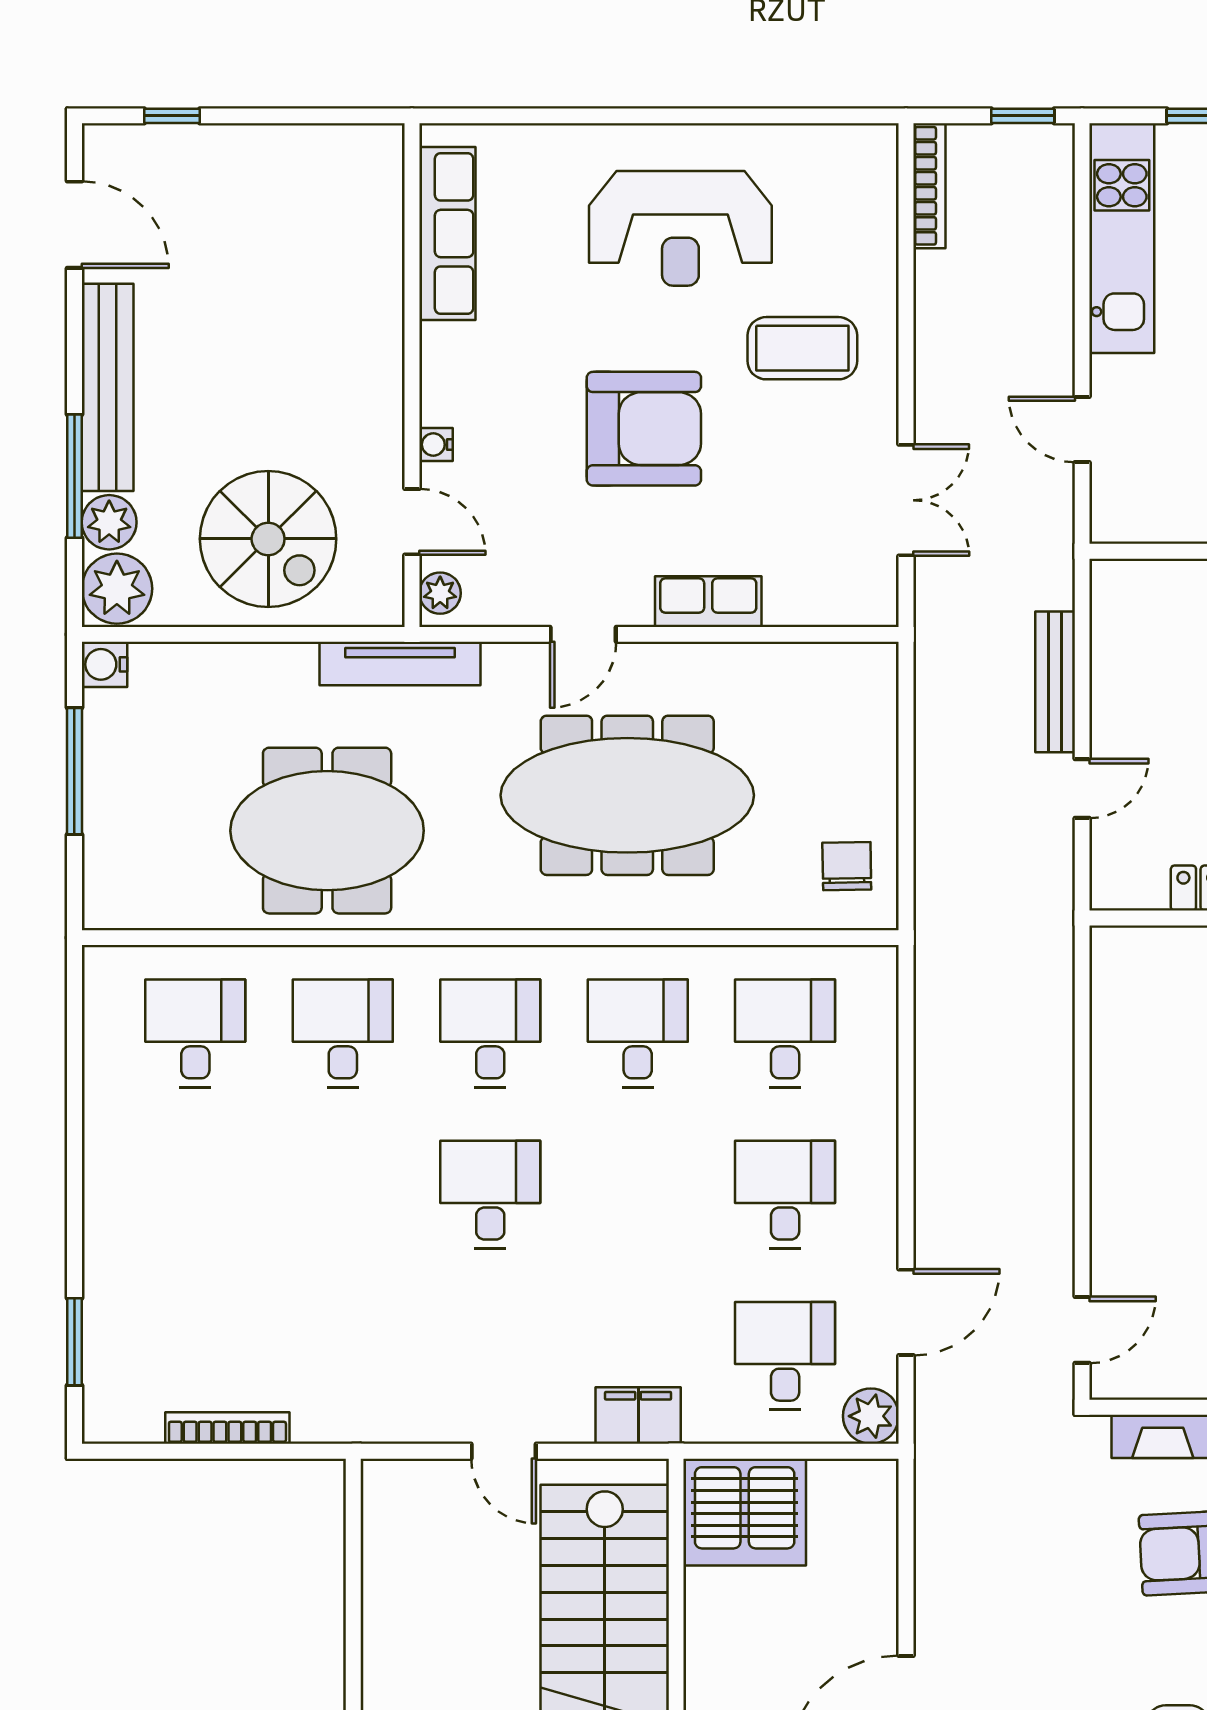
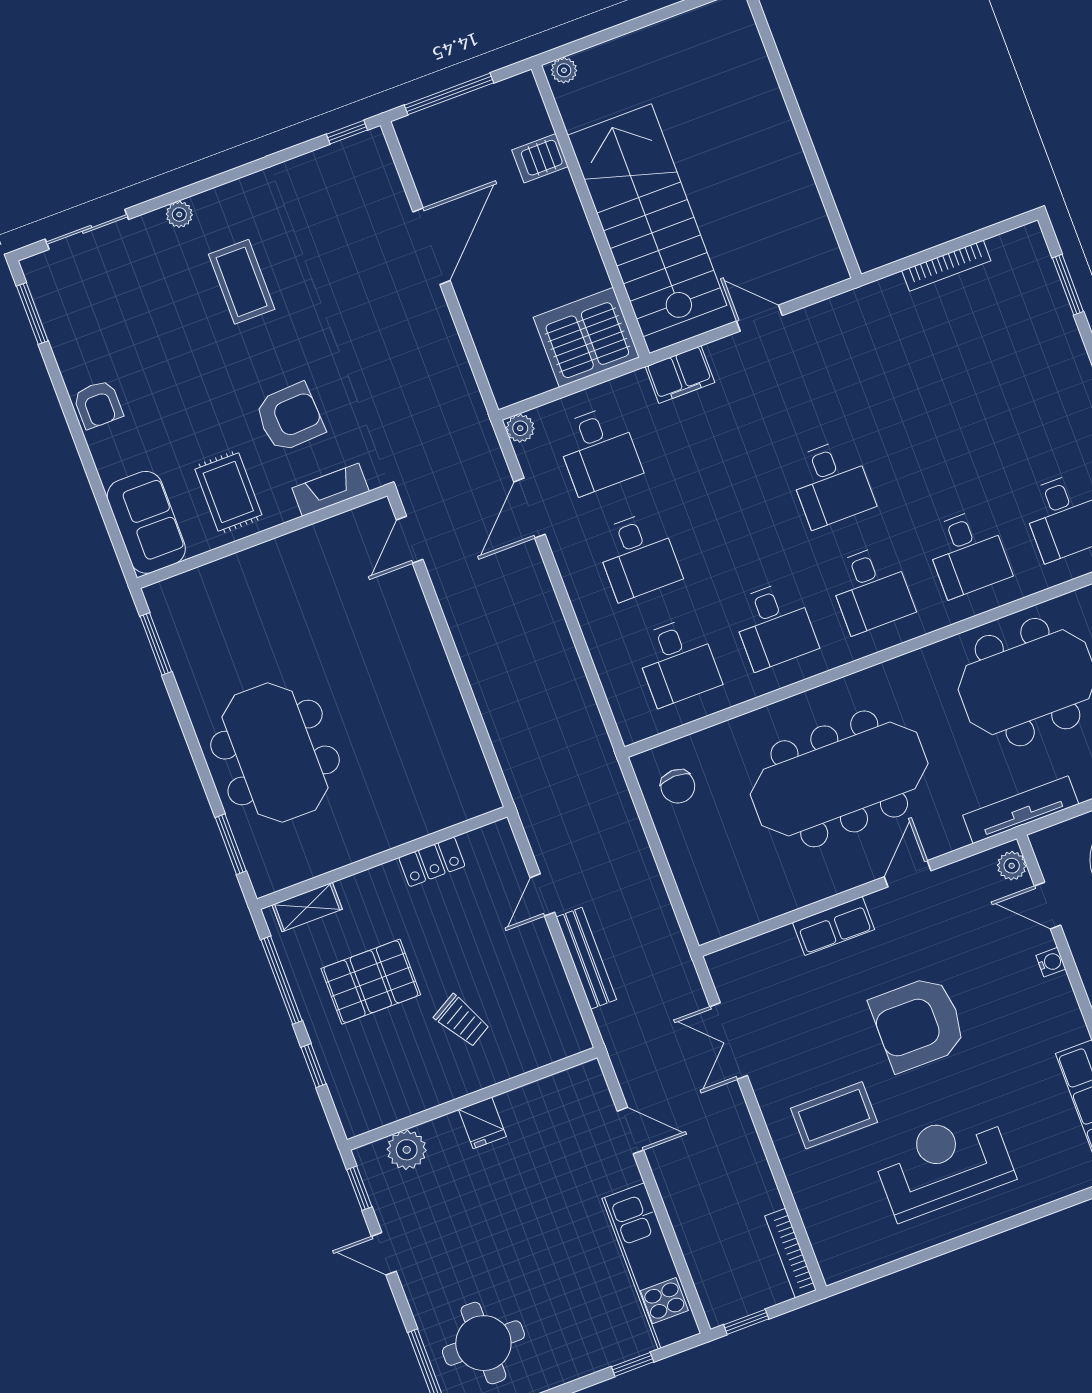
plant: (871, 1416) -> (520, 428), width x0.73, depth x0.73

